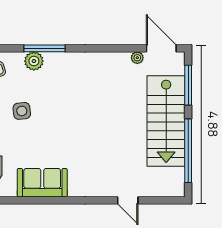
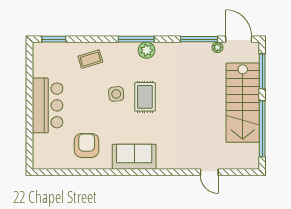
window: (116, 48) -> (199, 39), added
plant: (34, 61) -> (147, 50), moved
rug: (55, 114) -> (145, 97), added

